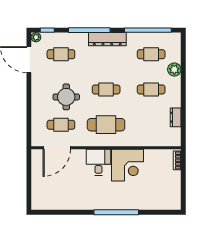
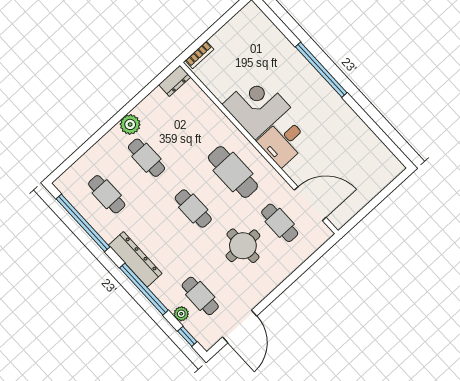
plant: (36, 37) -> (181, 314), moved
plant: (174, 69) -> (130, 124), moved
dresser: (176, 117) -> (175, 81), moved

